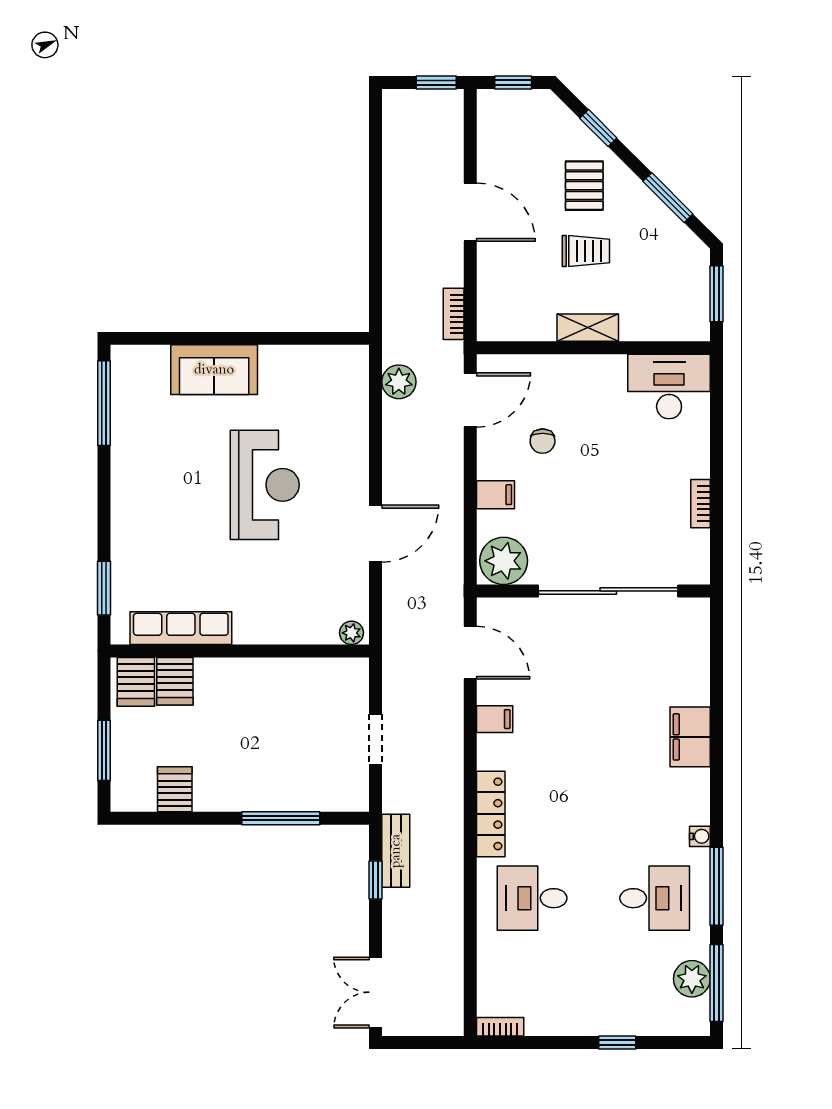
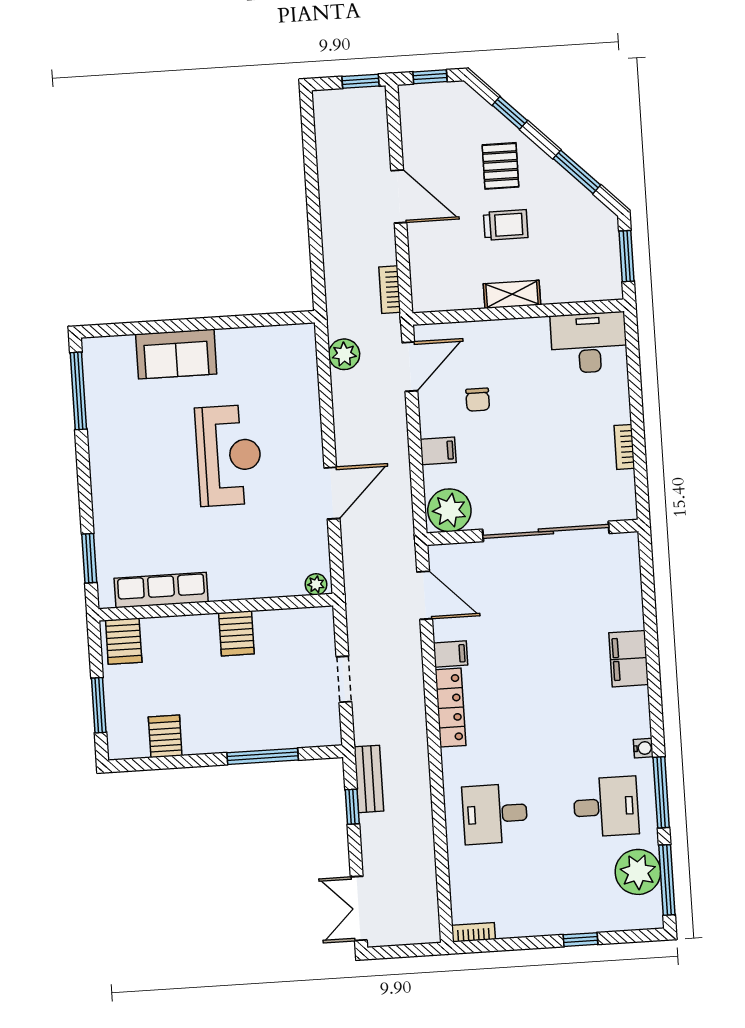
server rack: (175, 681) -> (236, 633), moved
locker: (491, 814) -> (451, 708), moved
plant: (692, 979) -> (638, 872), width x1.36, depth x1.36

